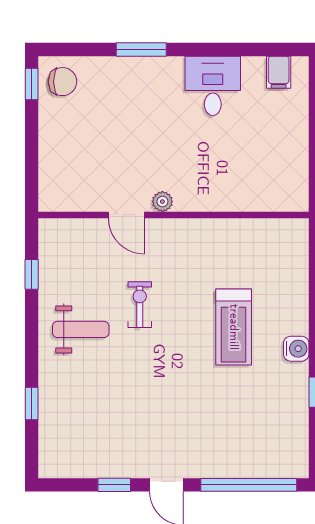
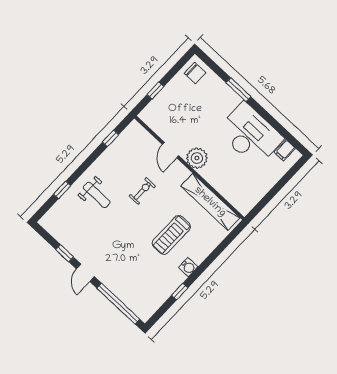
window: (32, 84) -> (155, 90), moved
desk: (213, 86) -> (250, 135), width x1.87, depth x1.30
plant: (162, 202) -> (197, 158), width x1.88, depth x1.88
shelving: (244, 234) -> (210, 202), added
weight bench: (81, 329) -> (97, 195), moved

